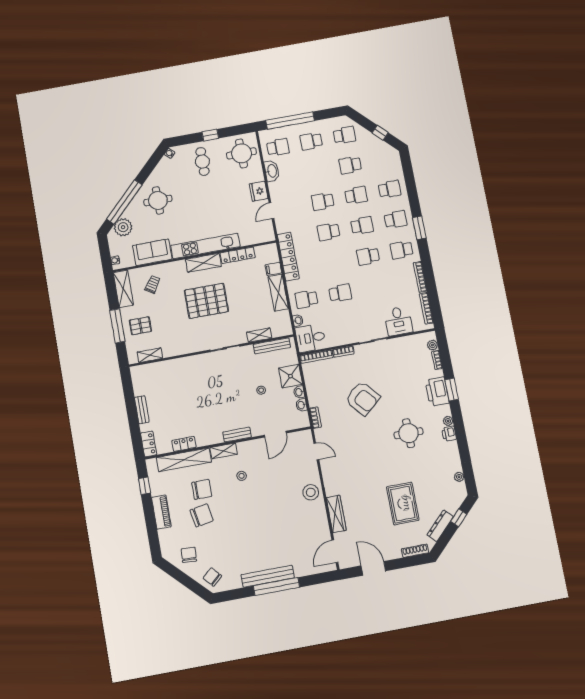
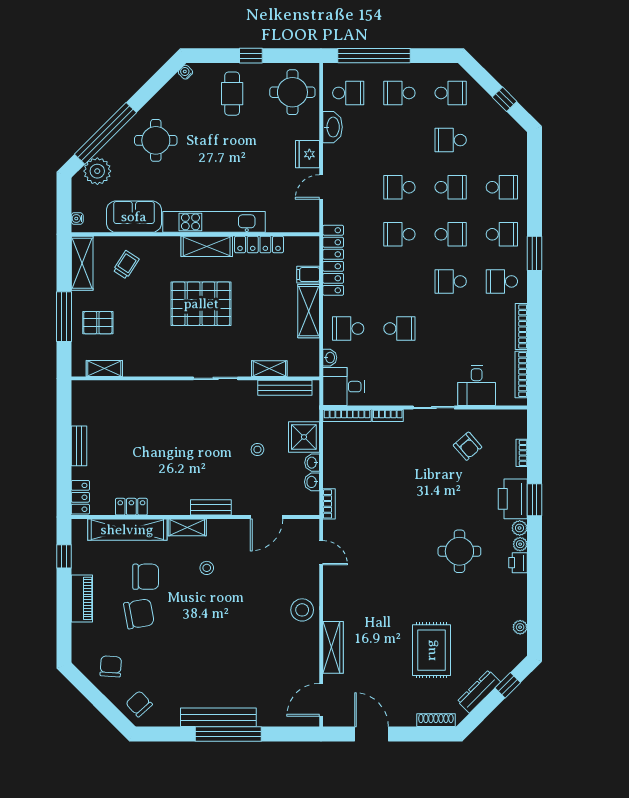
plant: (432, 345) -> (520, 528), moved
armchair: (363, 398) -> (468, 446), moved, width x0.53, depth x0.53

